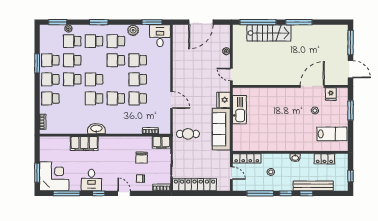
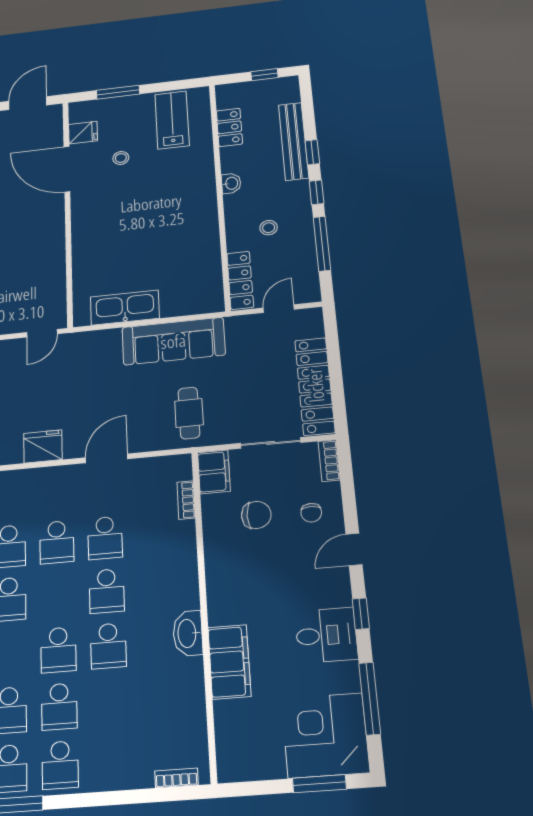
school desk: (50, 98) -> (112, 761), removed
fridge: (224, 100) -> (43, 446), moved, turned 180

